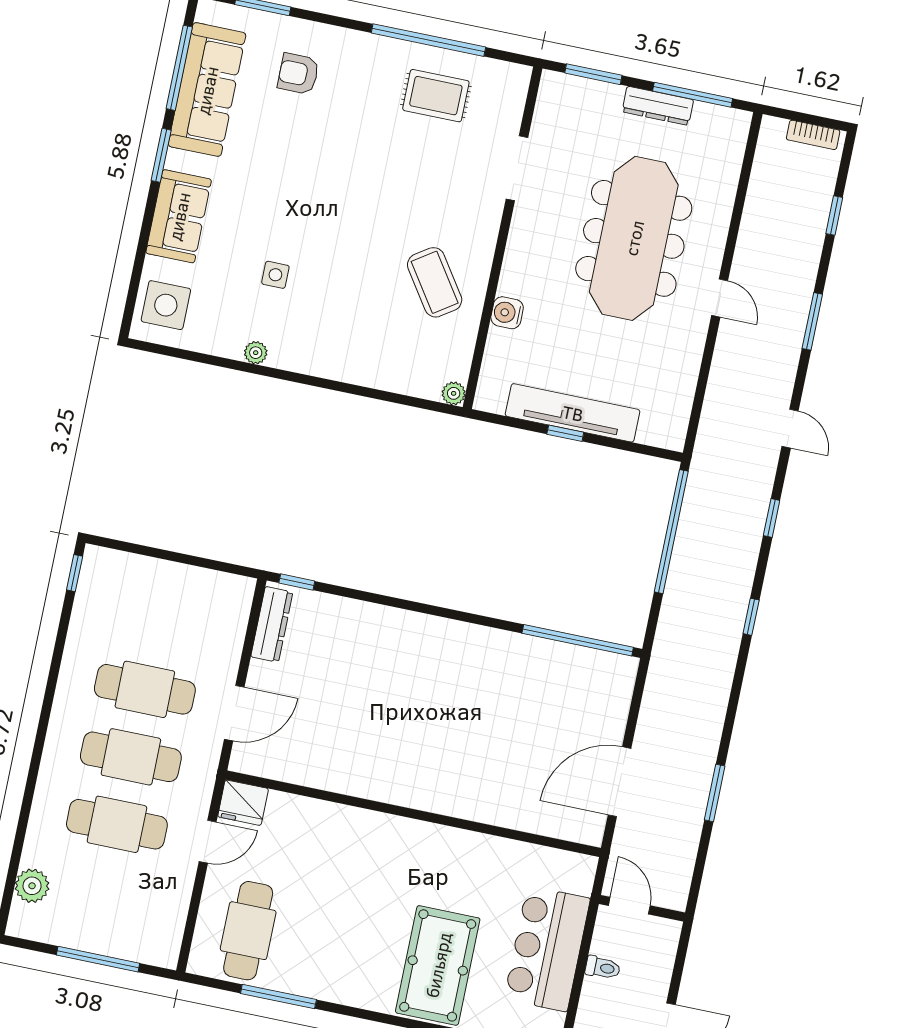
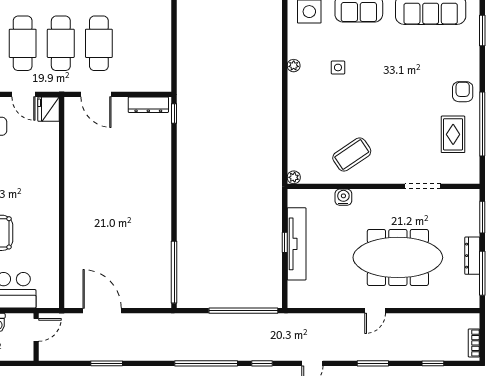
armchair: (298, 74) -> (463, 92), moved
window: (751, 617) -> (206, 363), width x3.17

